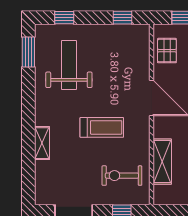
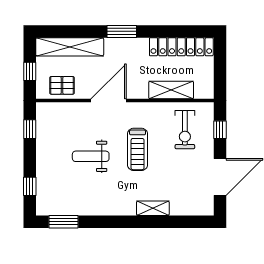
weight bench: (69, 65) -> (91, 156), moved, width x0.73, depth x0.75
treadmill: (102, 127) -> (138, 149), turned 180

